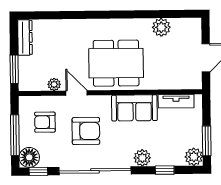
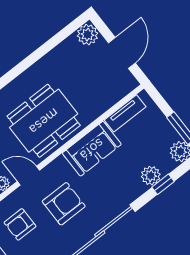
plant: (161, 27) -> (88, 35), moved
plant: (142, 158) -> (151, 176), moved

